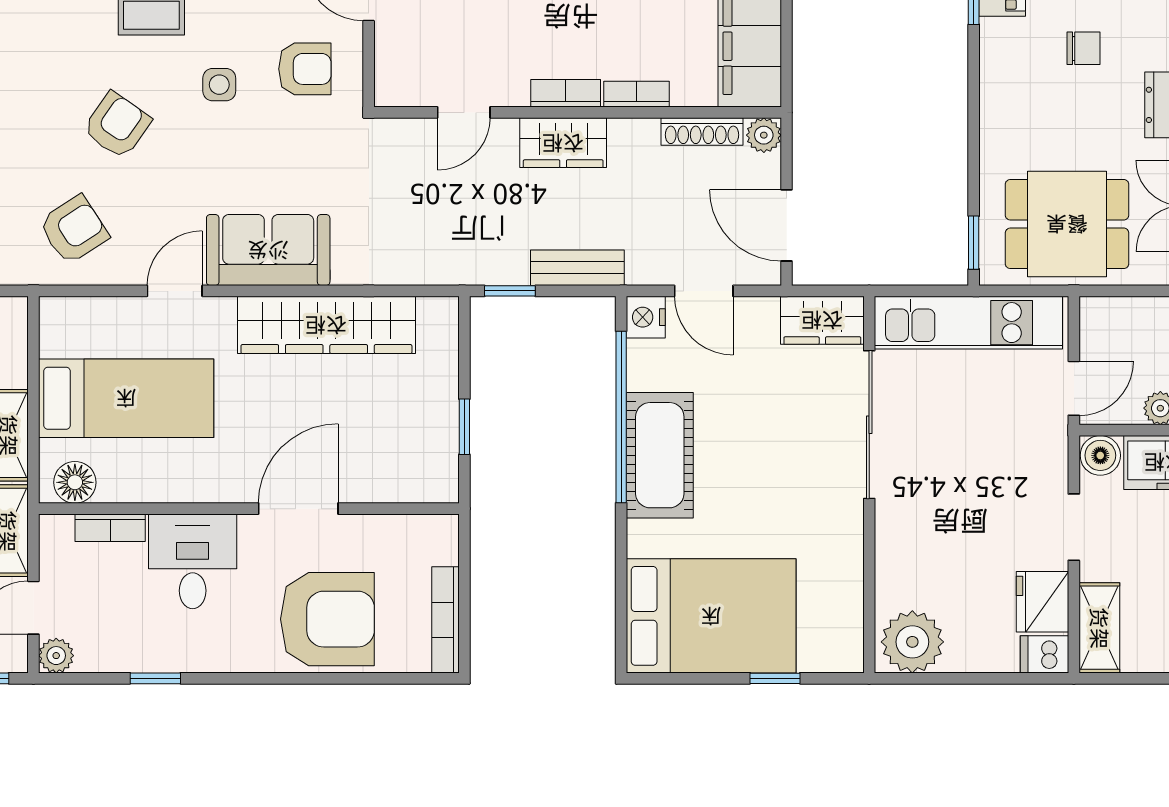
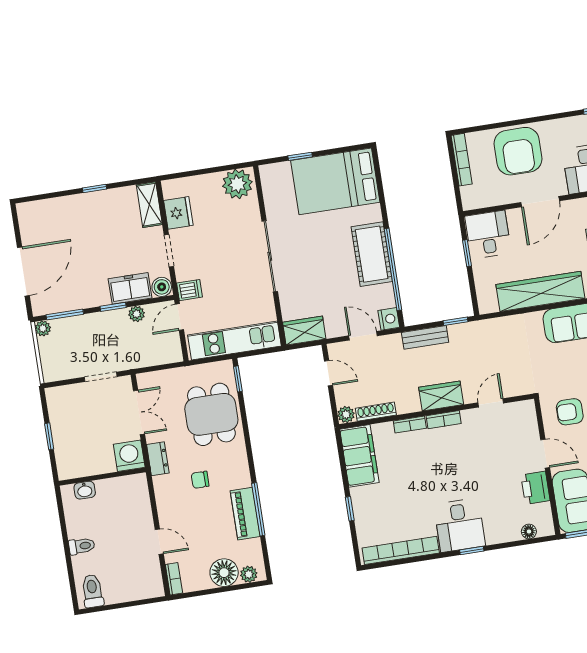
dining table: (1067, 224) -> (211, 414), moved, turned 90
door: (787, 225) -> (328, 373), width x0.73
sliding door: (869, 425) -> (270, 256), moved
desk: (416, 458) -> (488, 235), added
armchair: (327, 619) -> (518, 151), turned -90
dishwasher: (1044, 654) -> (189, 290), moved

